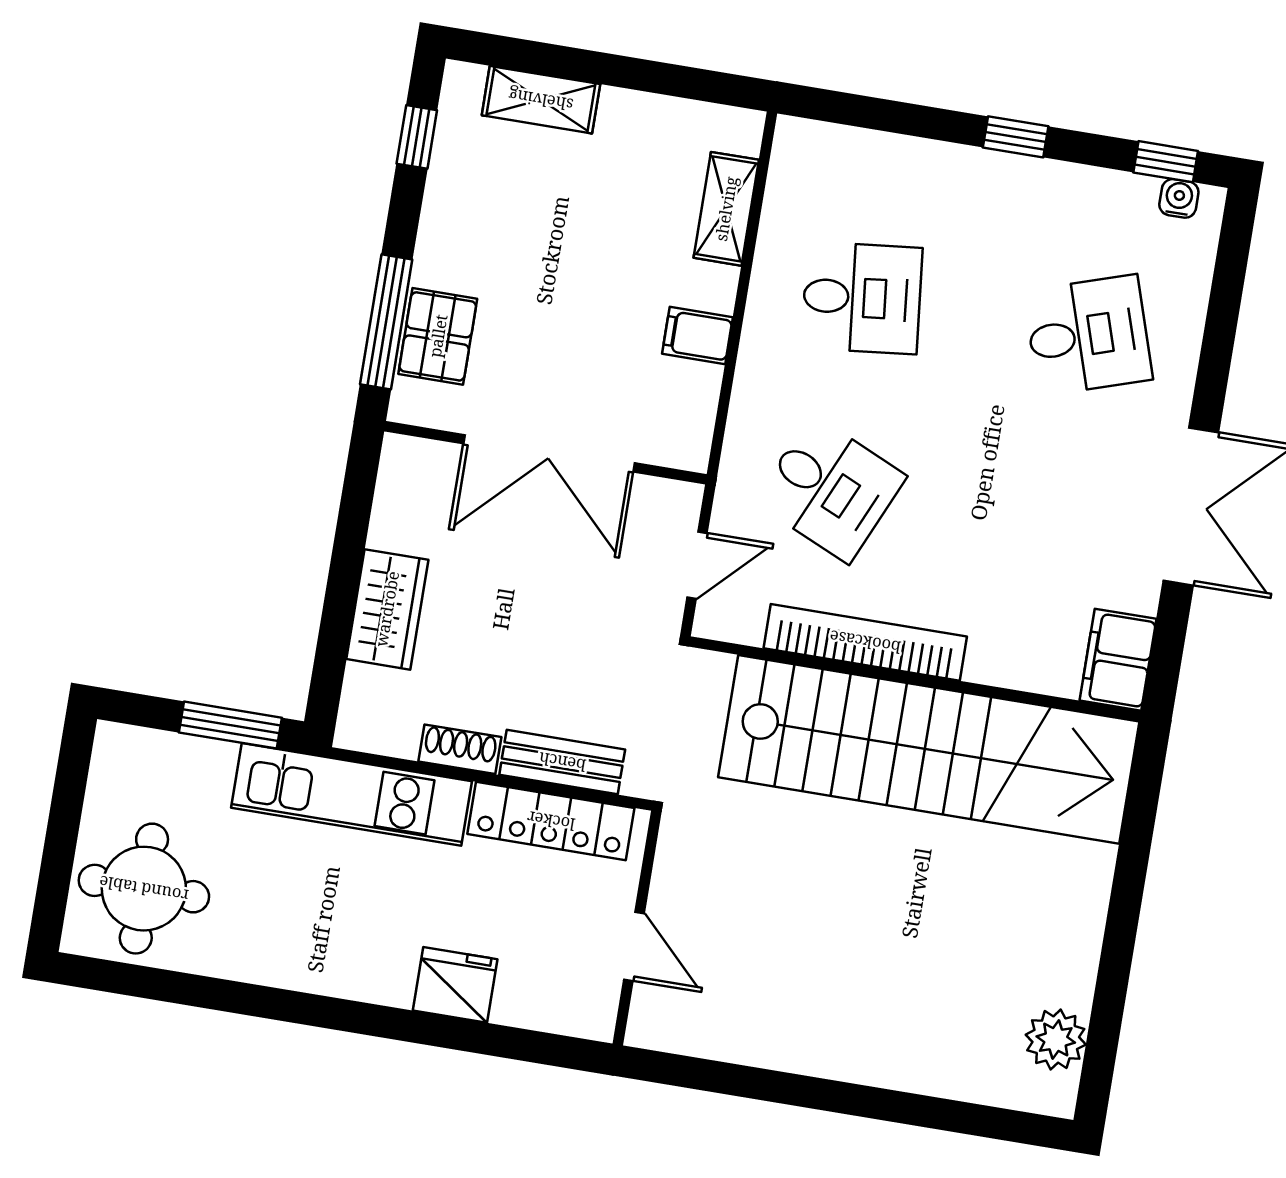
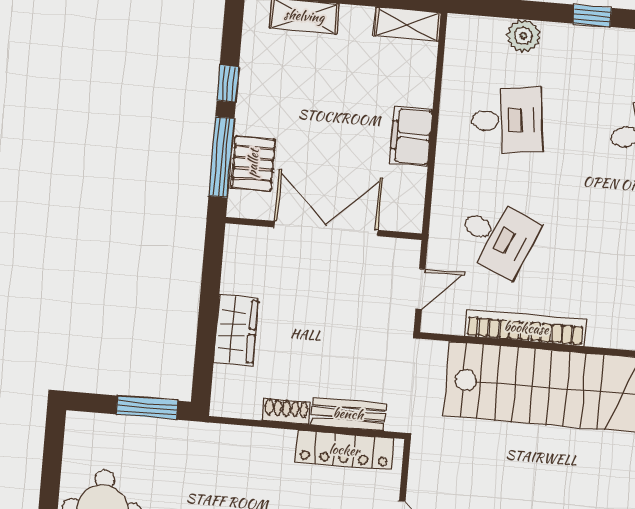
window: (417, 137) -> (228, 84), moved
plant: (900, 161) -> (523, 36), added
shelving: (726, 209) -> (407, 24), moved, turned 90
filing cabinet: (697, 336) -> (411, 136), width x2.00
double door: (549, 453) -> (326, 229), swing flipped
kitchen unit: (352, 794) -> (223, 444), removed

